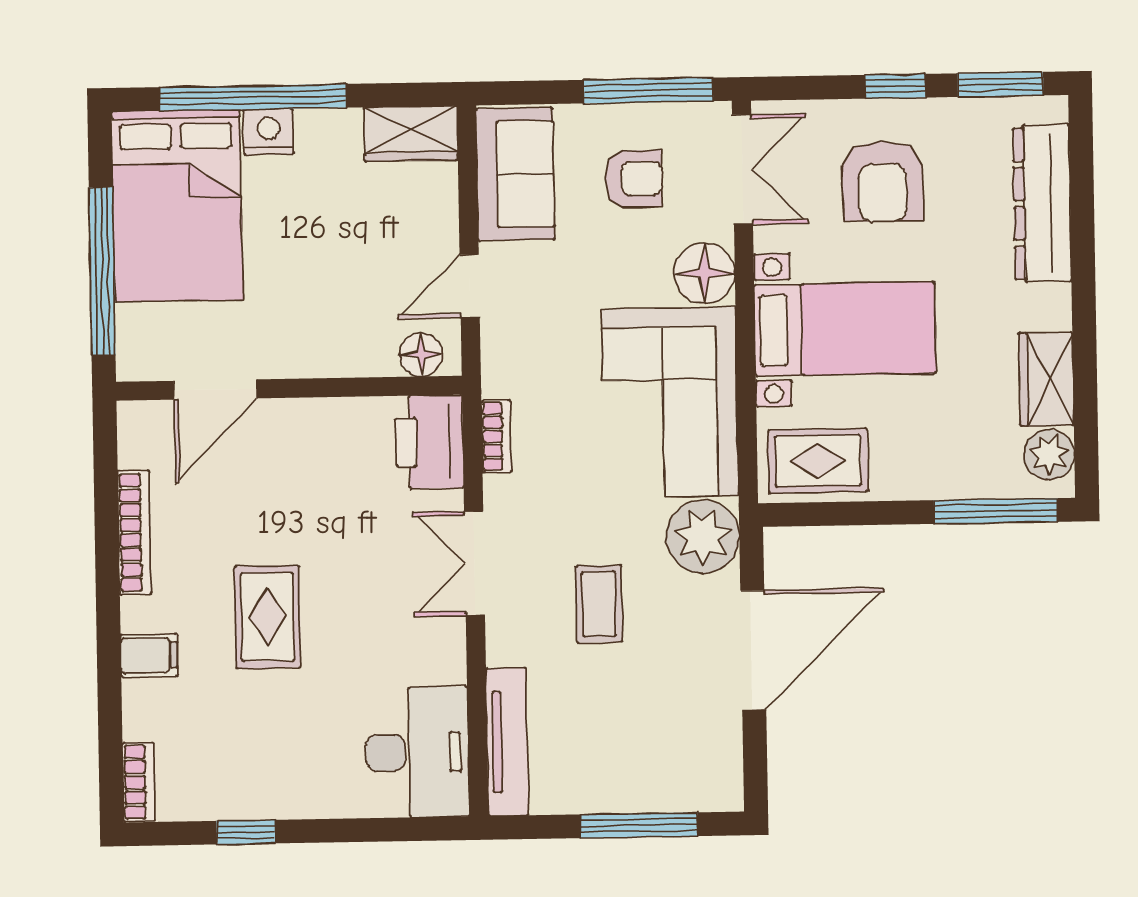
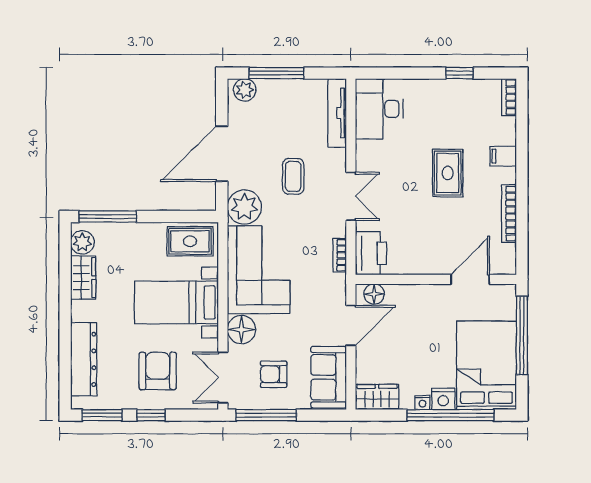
nightstand: (313, 123) -> (422, 402), added
door: (470, 286) -> (351, 325), width x1.38
plant: (707, 788) -> (245, 90), added

